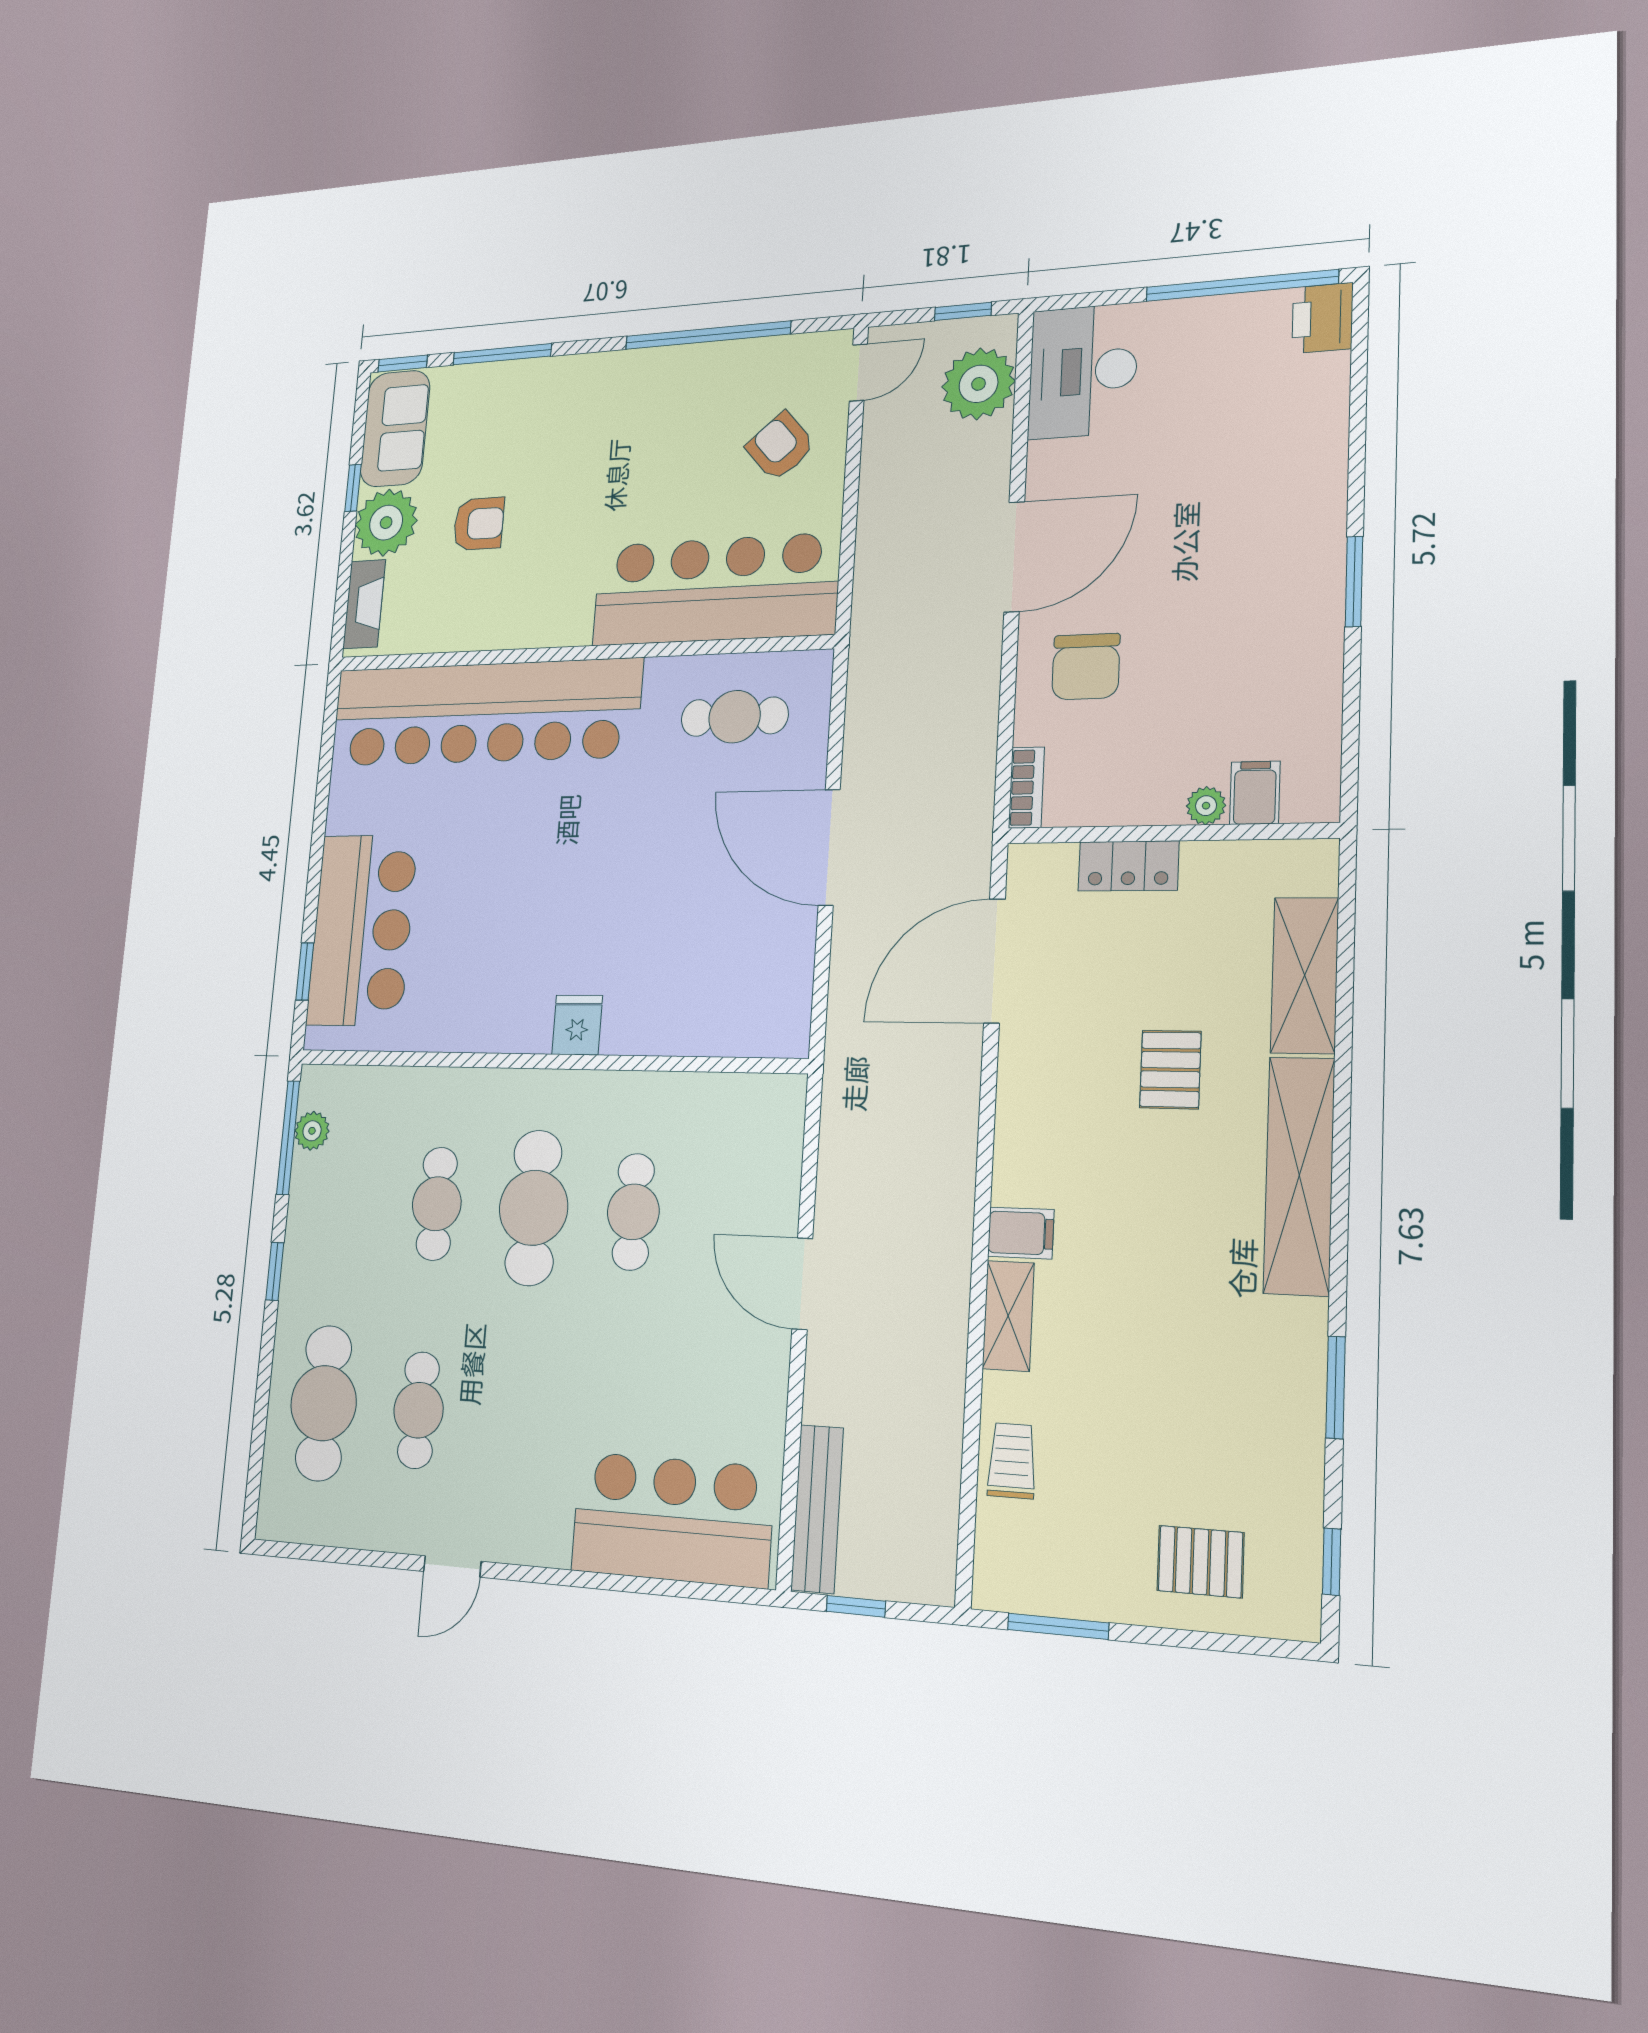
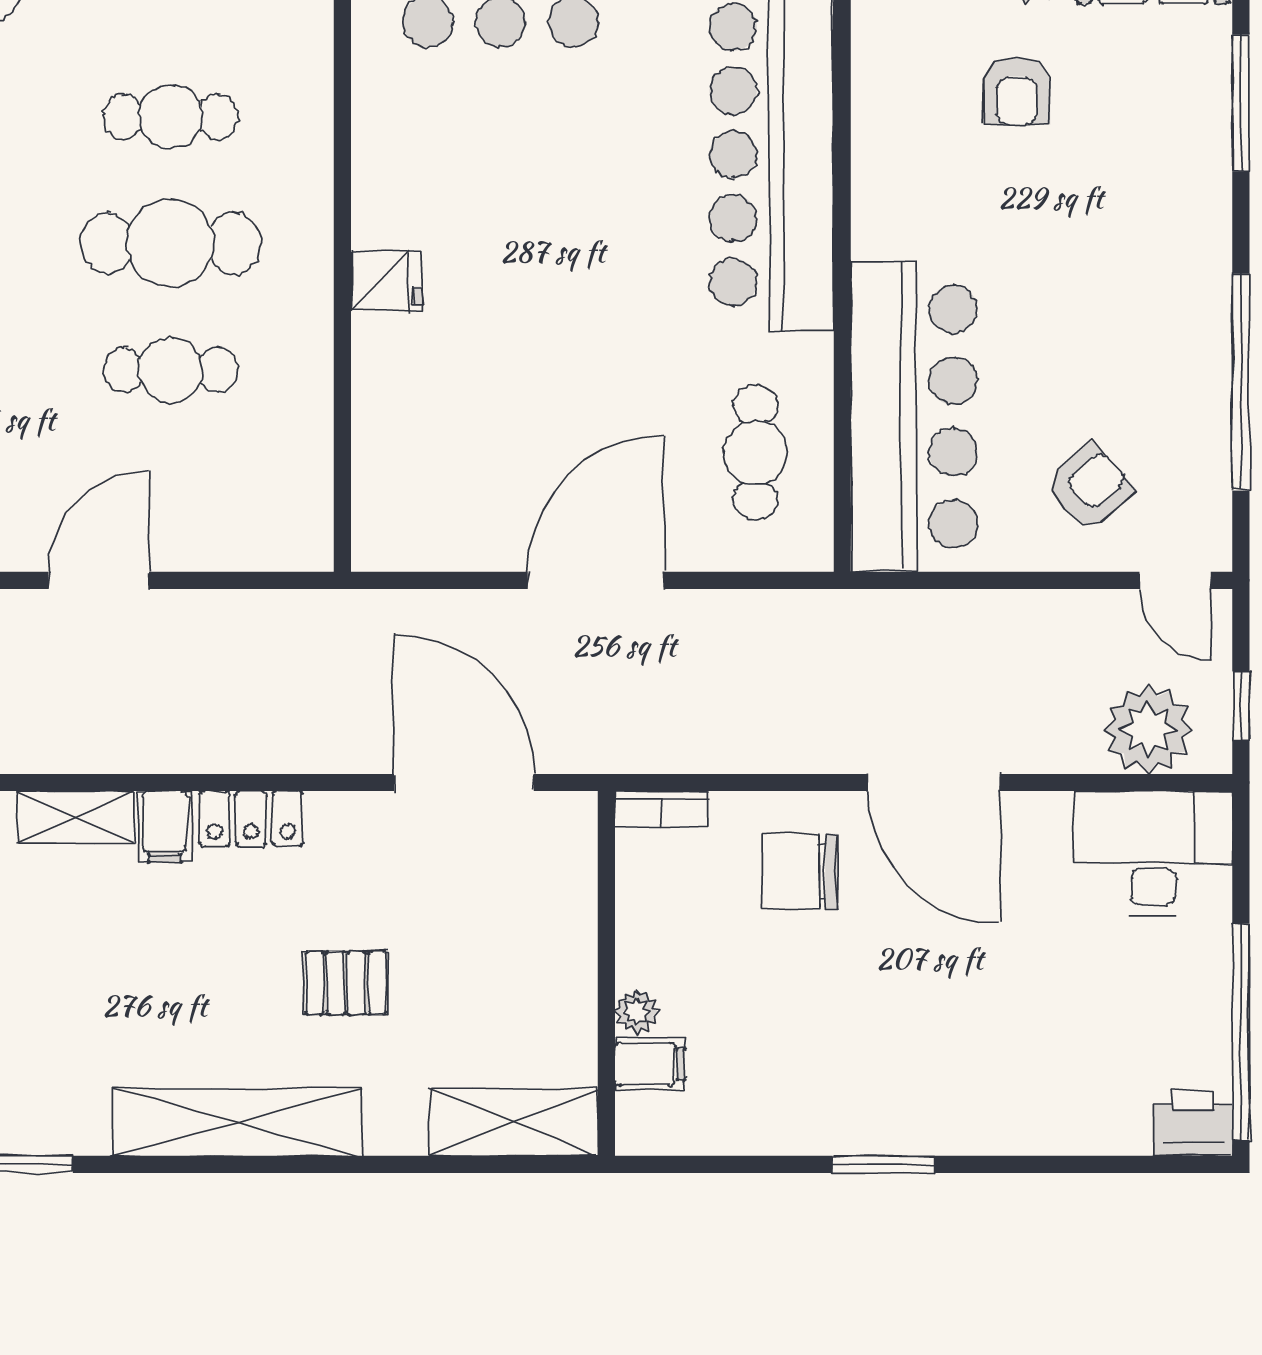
locker: (1128, 866) -> (251, 819), moved, turned -90
shelving: (1305, 975) -> (514, 1122), moved

